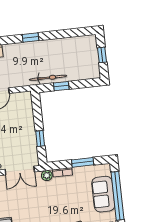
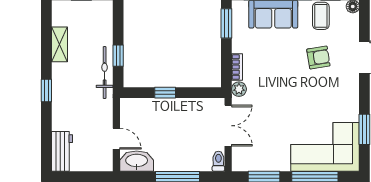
shelving: (65, 43) -> (60, 44), added
window: (40, 138) -> (165, 93), moved
window: (83, 162) -> (226, 23), moved

